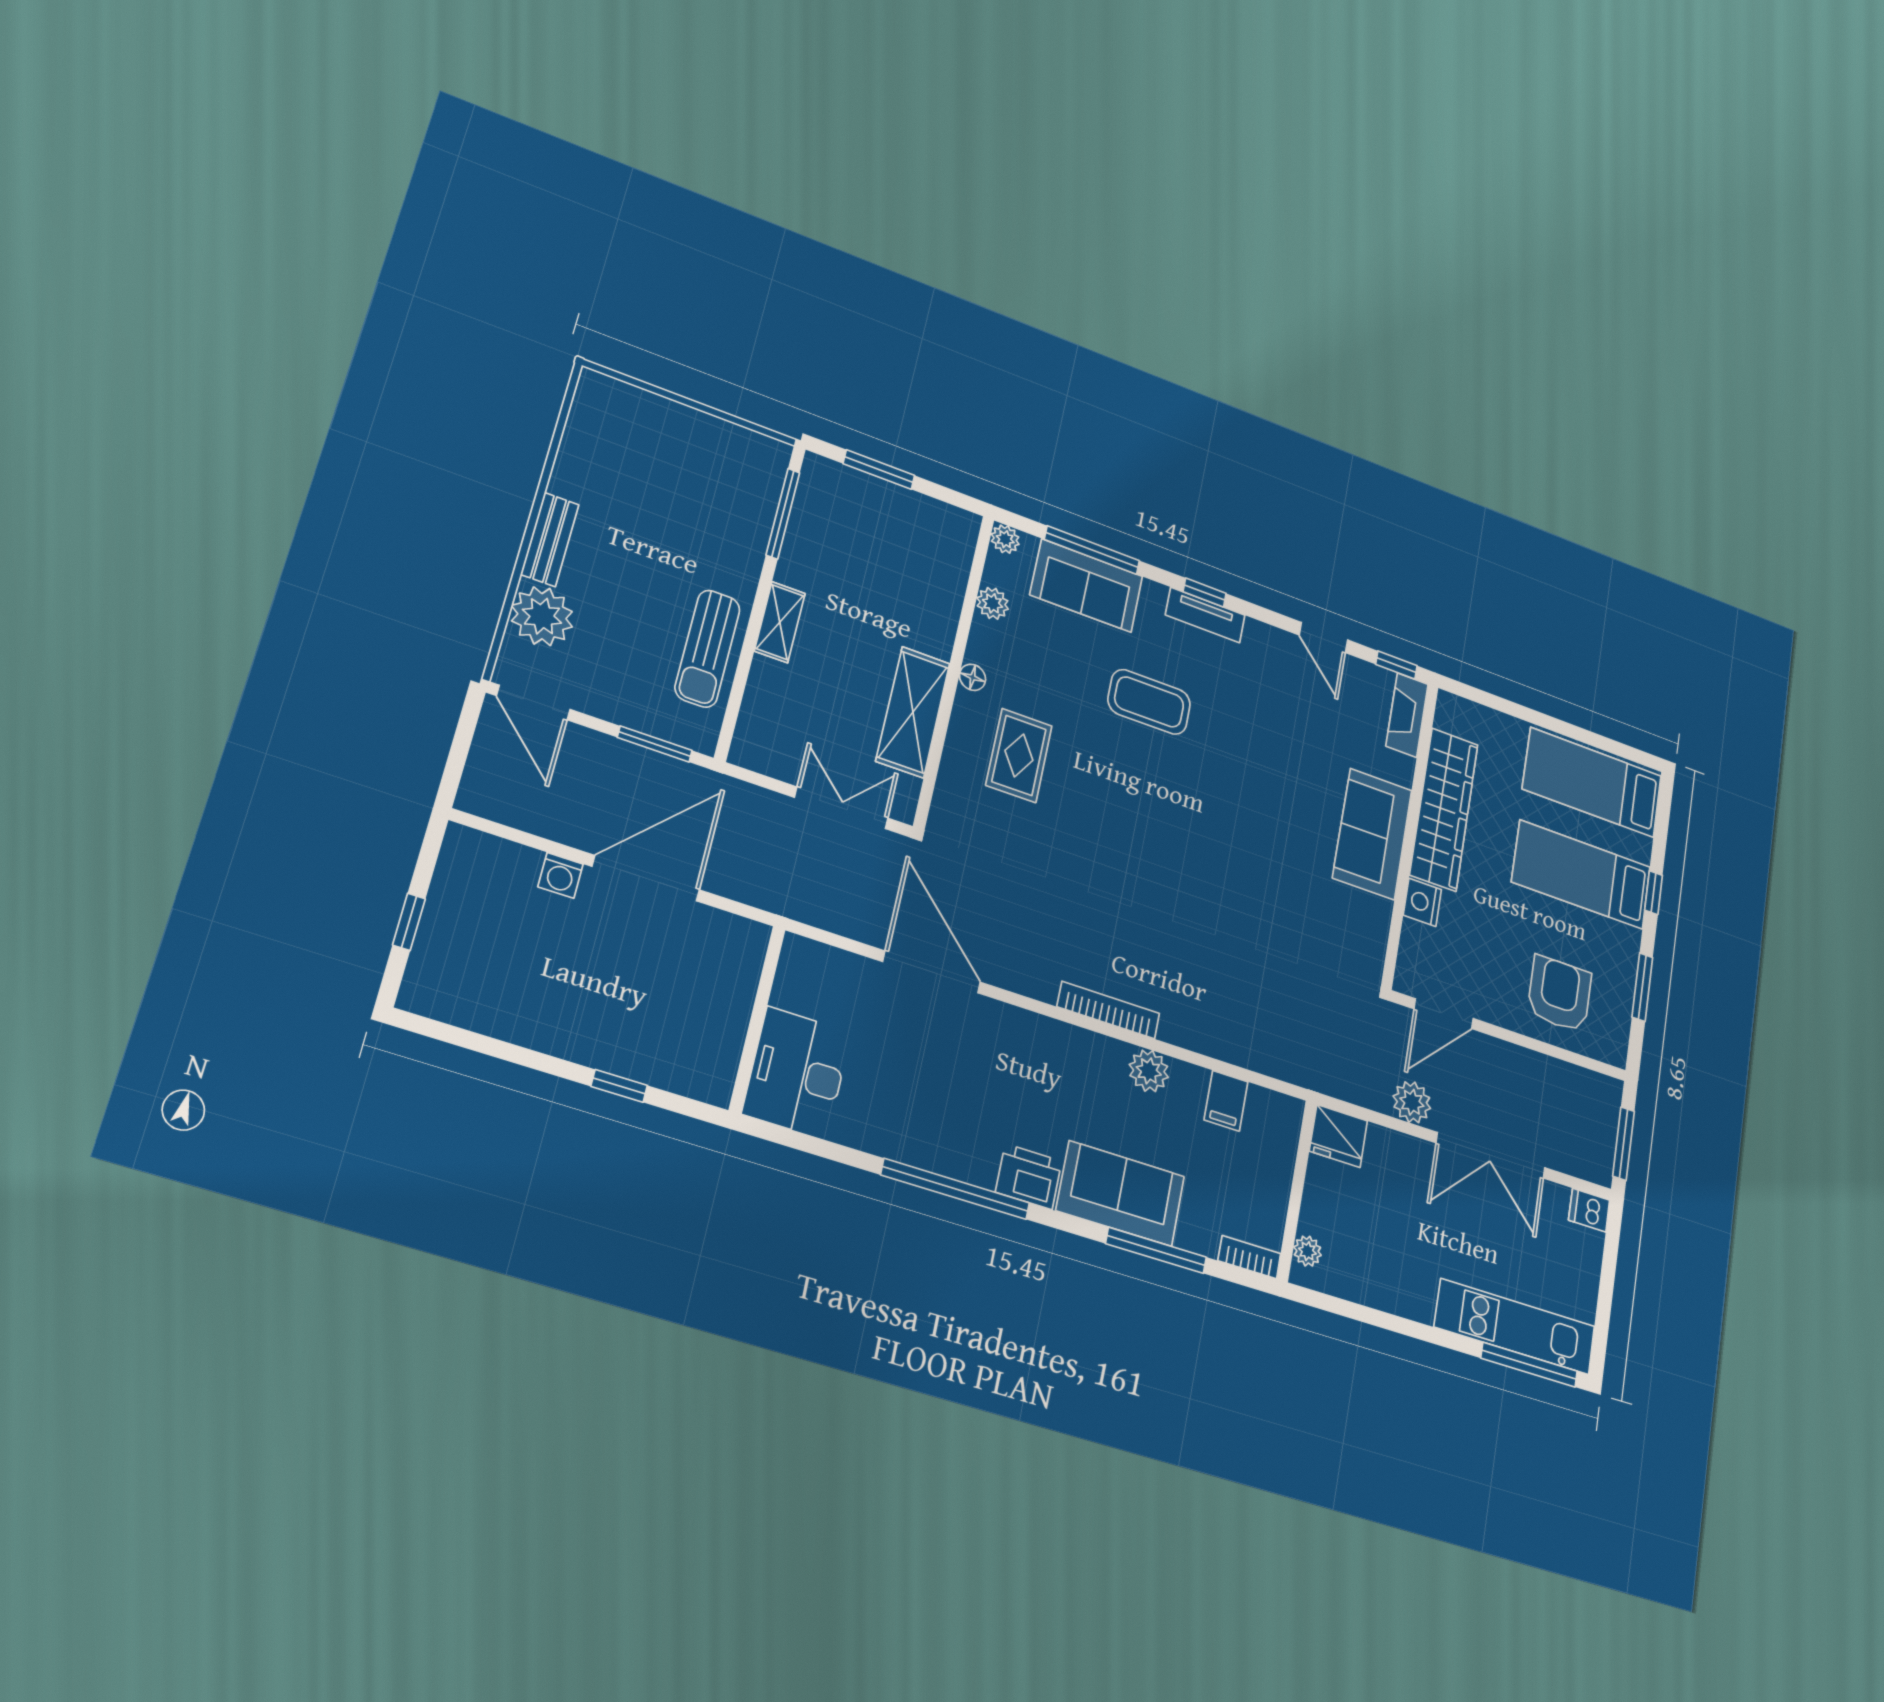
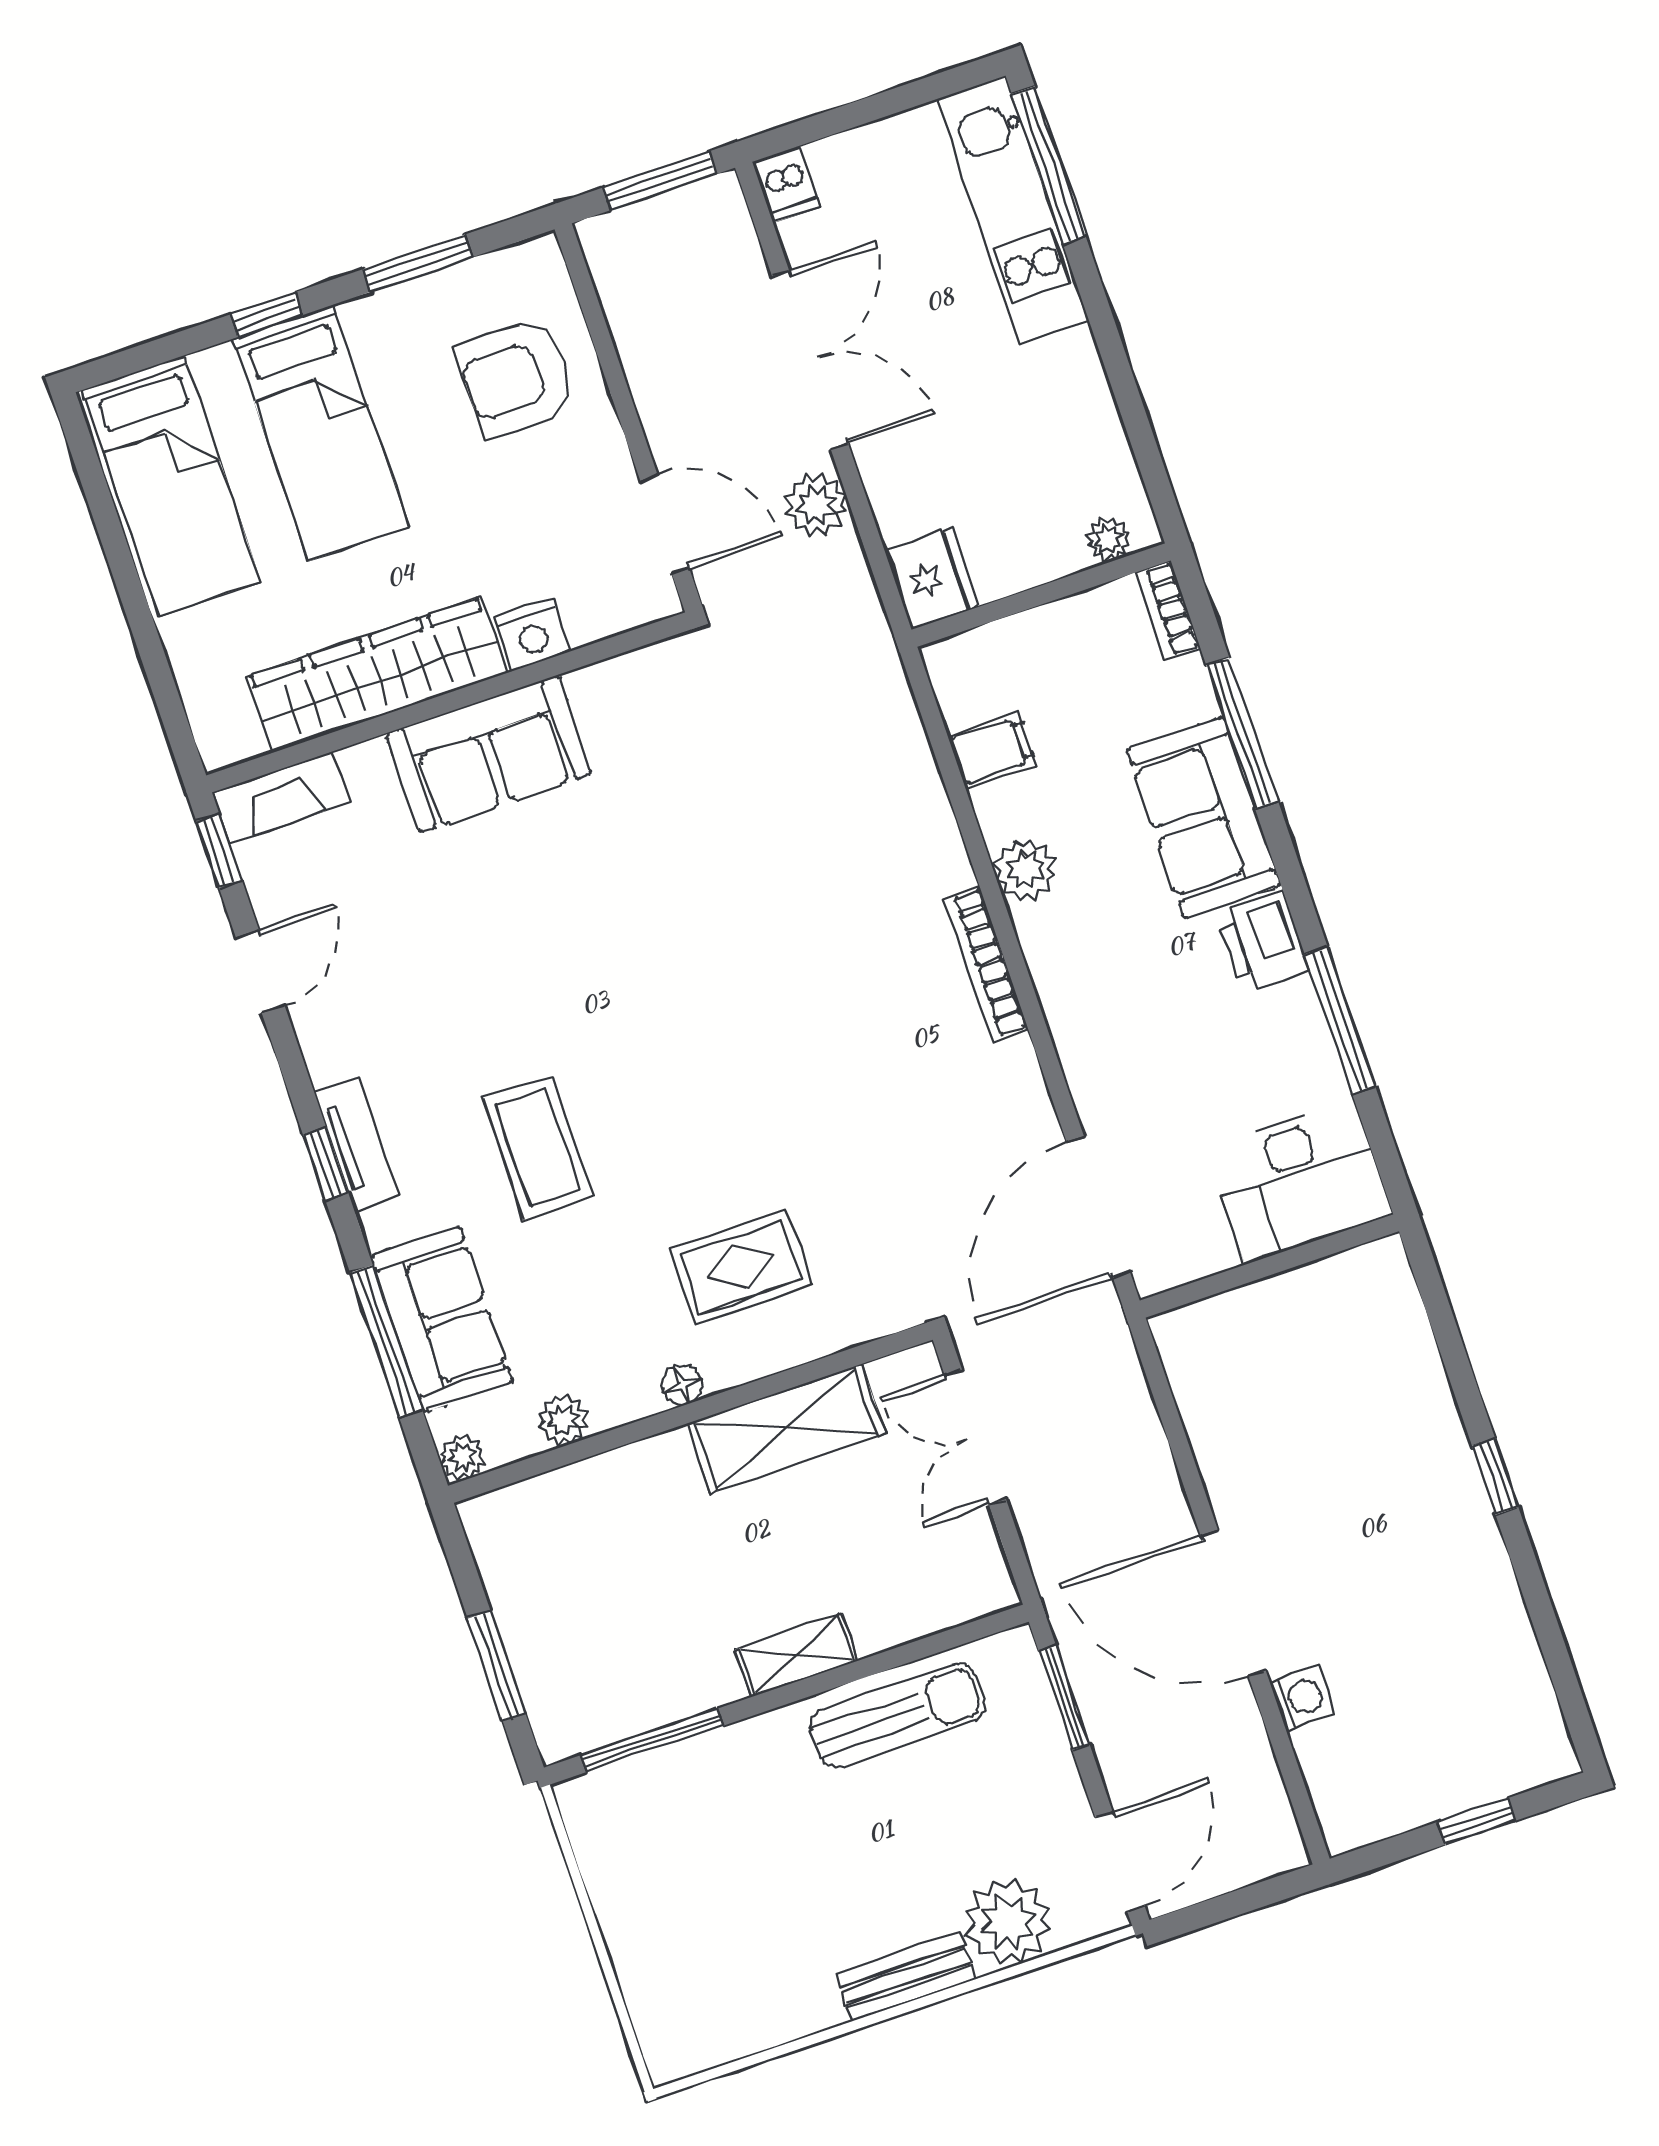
wall: (757, 1019) -> (1269, 1266), moved
desk: (797, 1073) -> (1299, 1181), moved
window: (956, 1189) -> (1340, 1020), width x0.68

